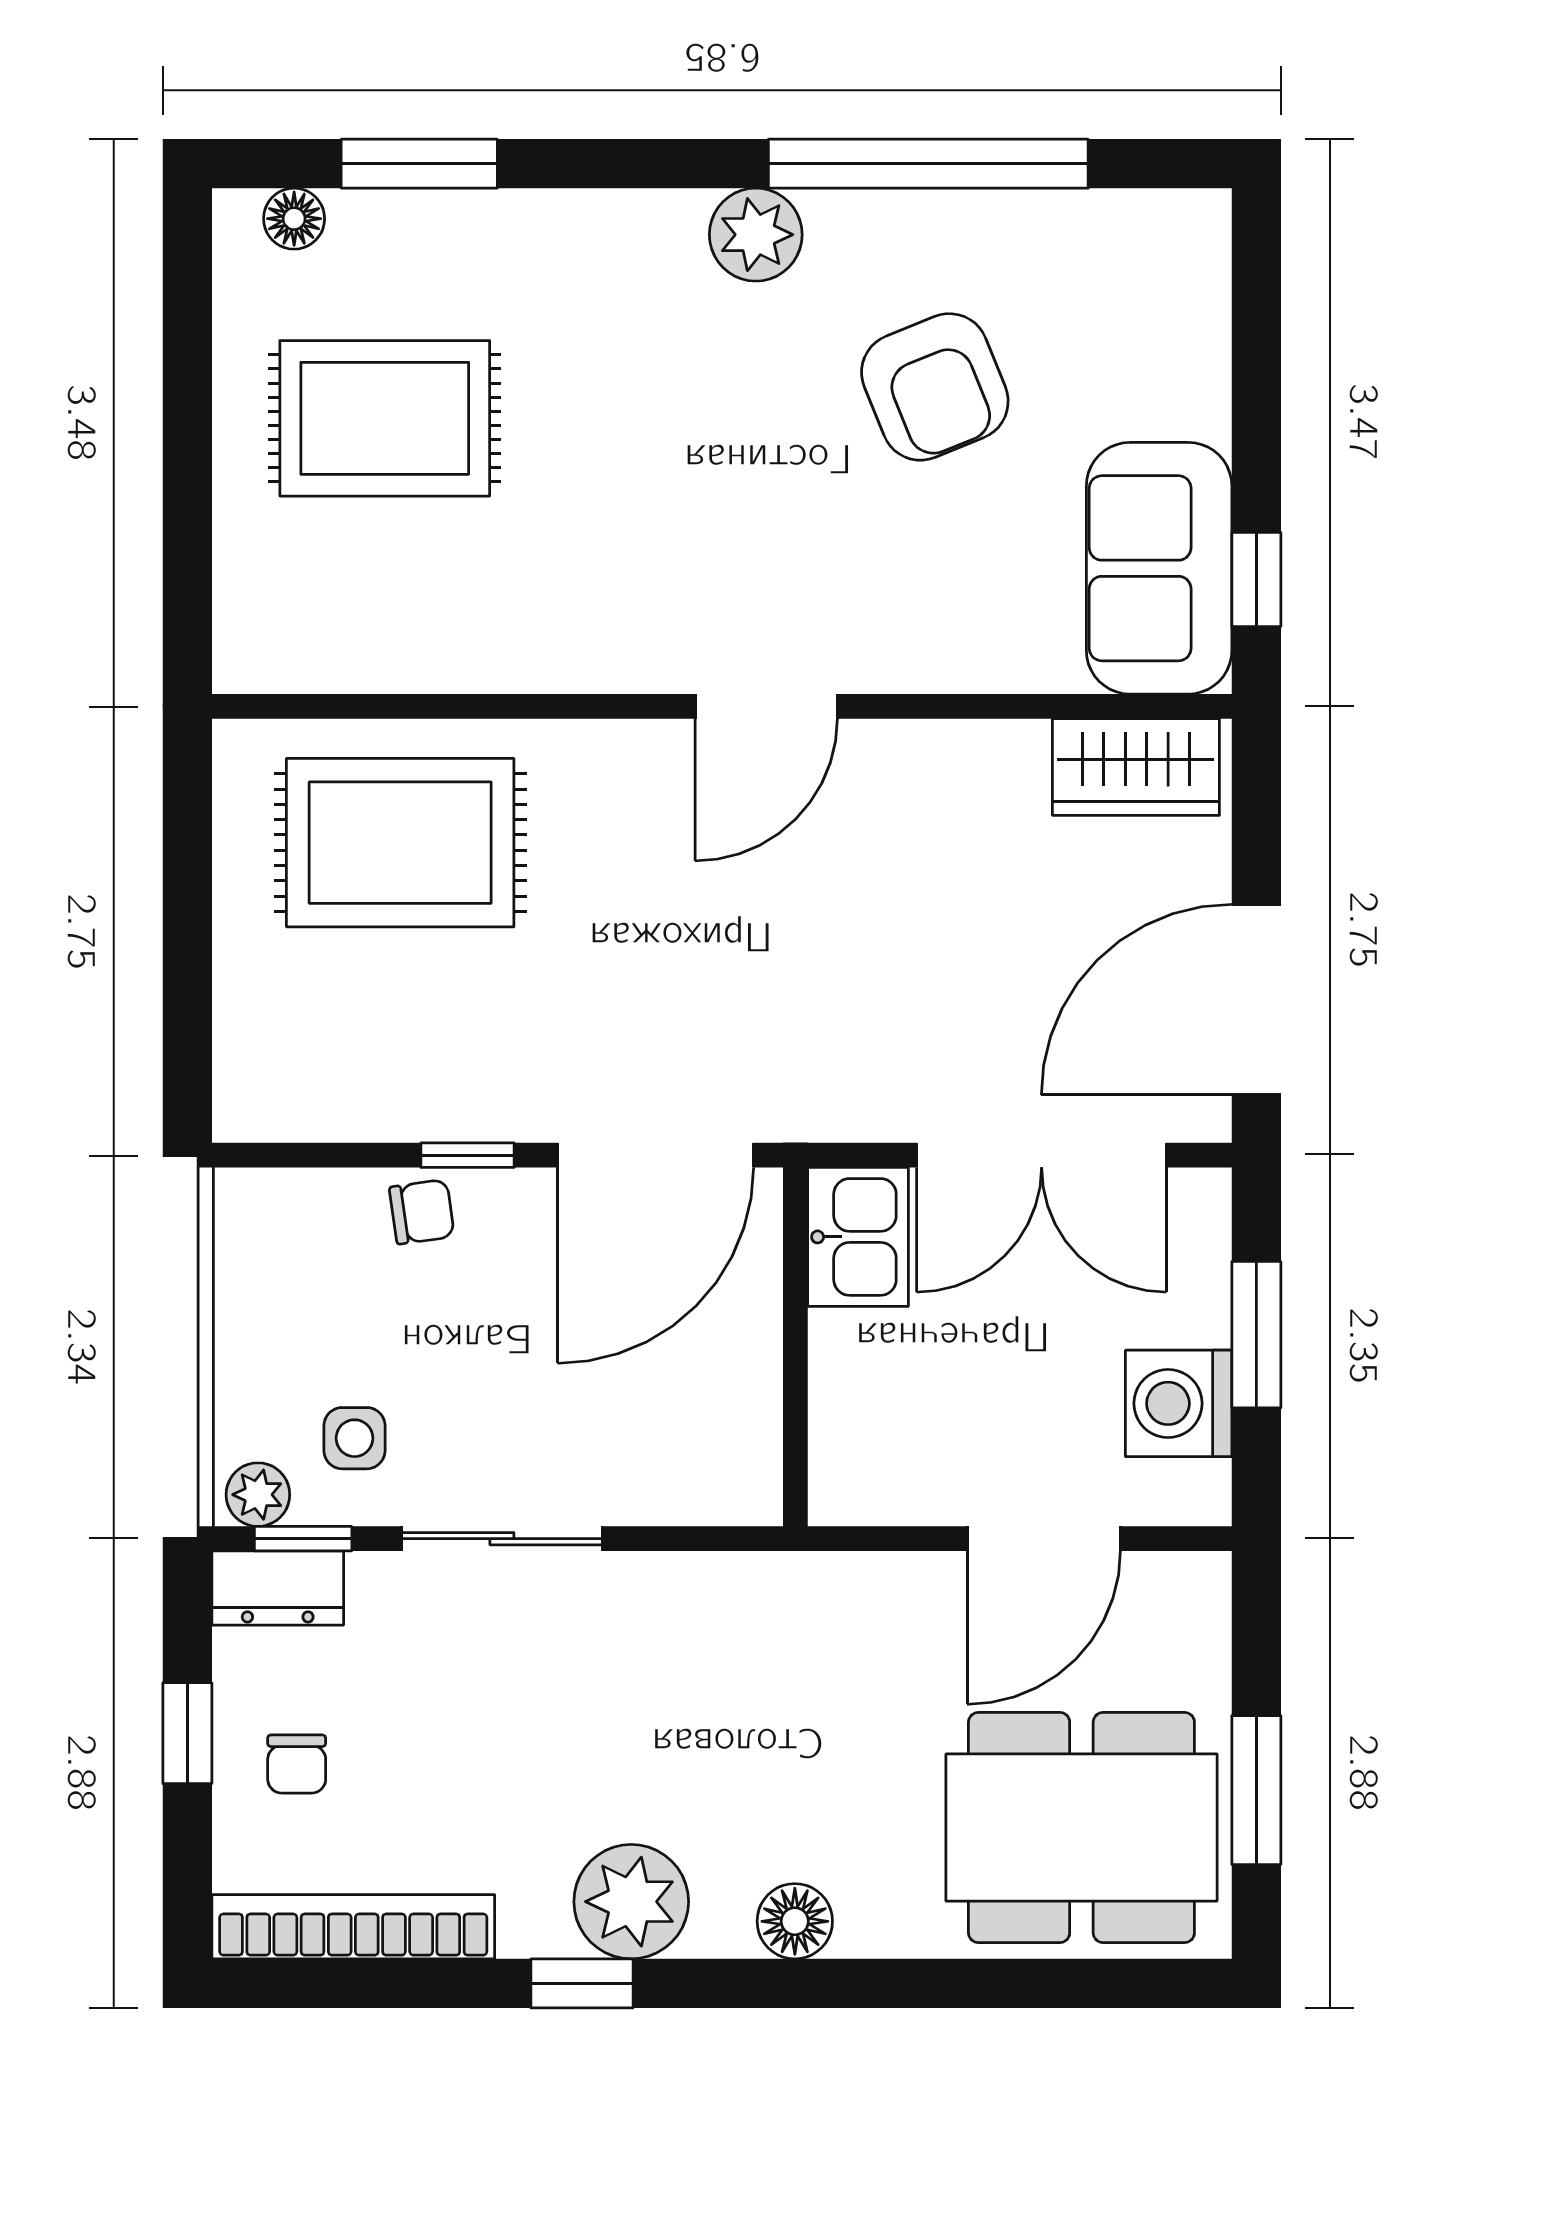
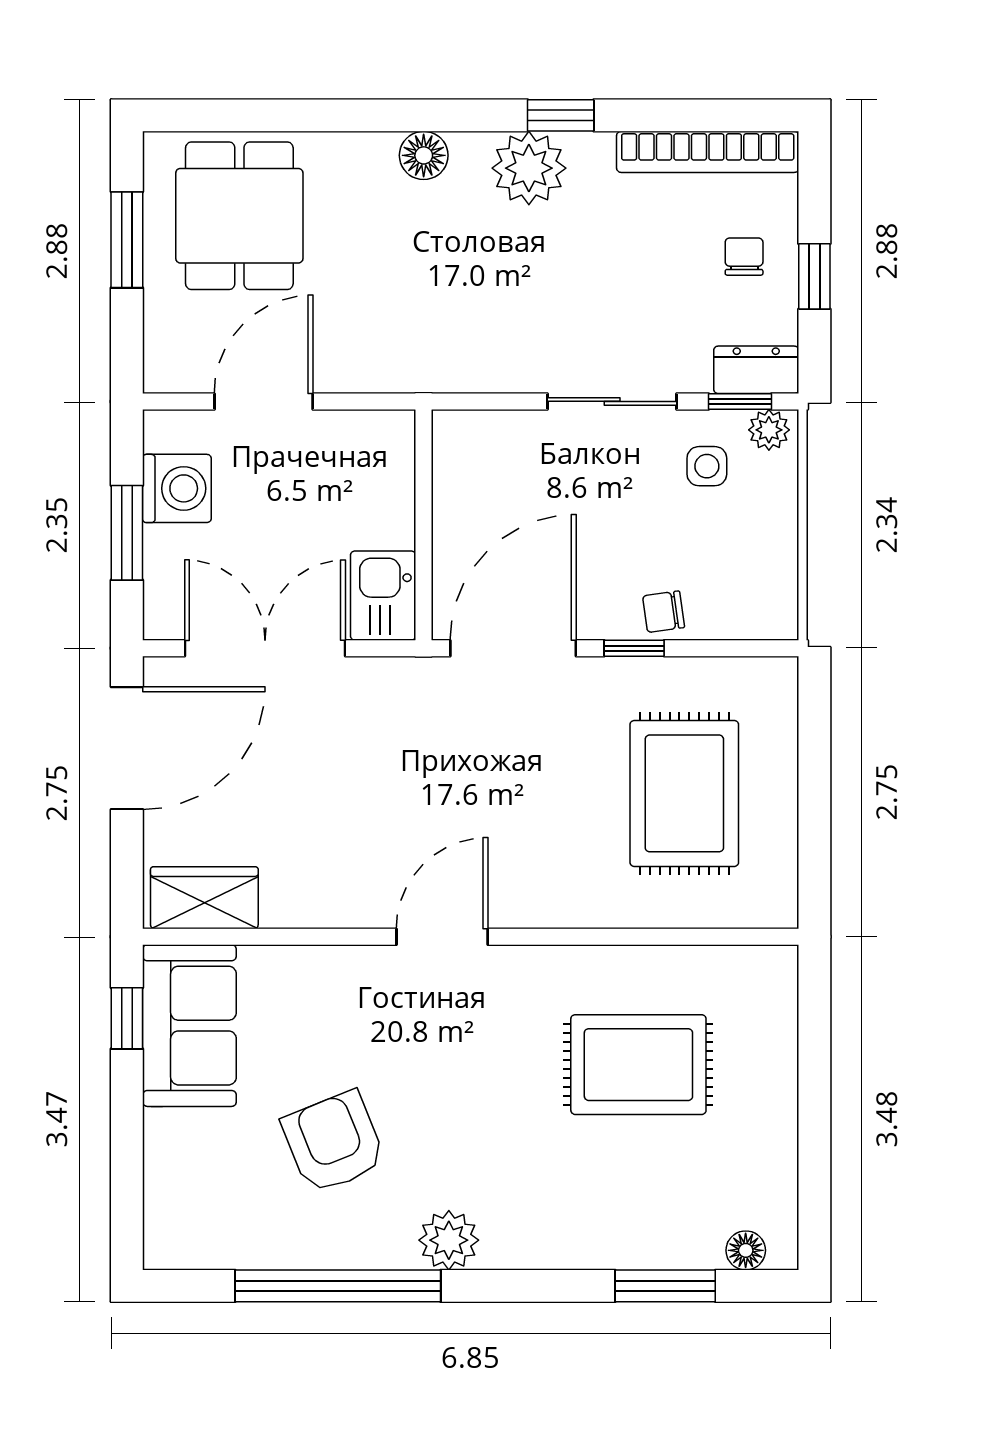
rug: (385, 418) -> (638, 1065), moved
rug: (400, 843) -> (684, 793), moved, turned 90
dining table: (1081, 1828) -> (239, 216), width x0.73

